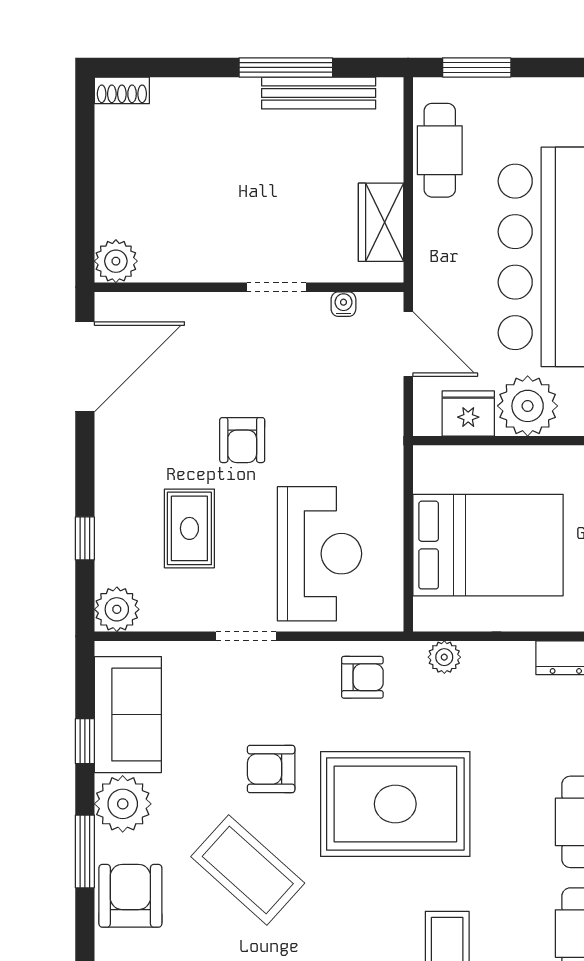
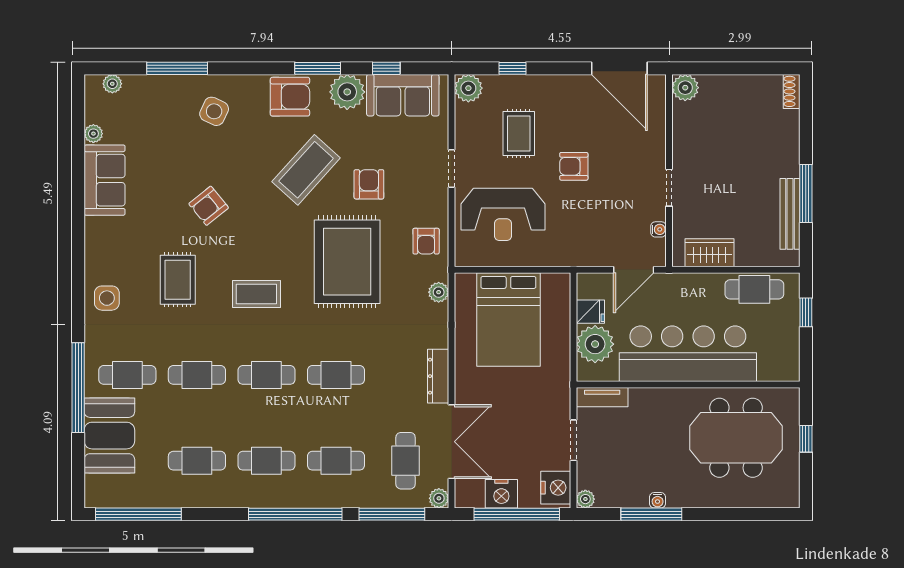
window: (477, 67) -> (806, 312), width x0.67
fridge: (468, 413) -> (590, 312), width x0.72
rug: (189, 528) -> (519, 133), turned 90

